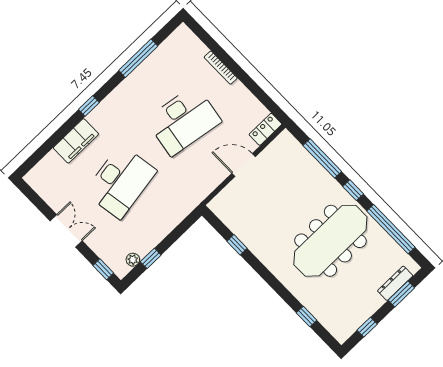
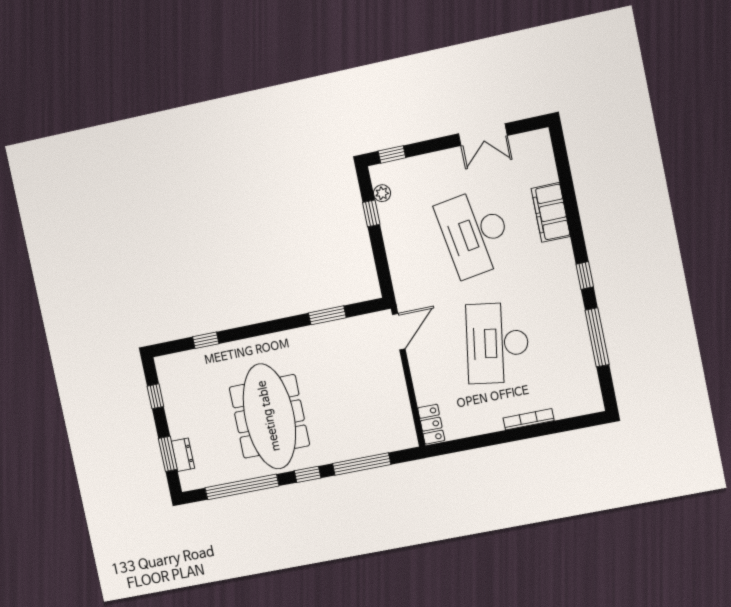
window: (89, 106) -> (585, 275), moved
door: (244, 165) -> (399, 332), moved
double door: (66, 231) -> (483, 135), moved
window: (237, 245) -> (327, 315), width x1.50
dresser: (395, 283) -> (183, 455), width x0.70

